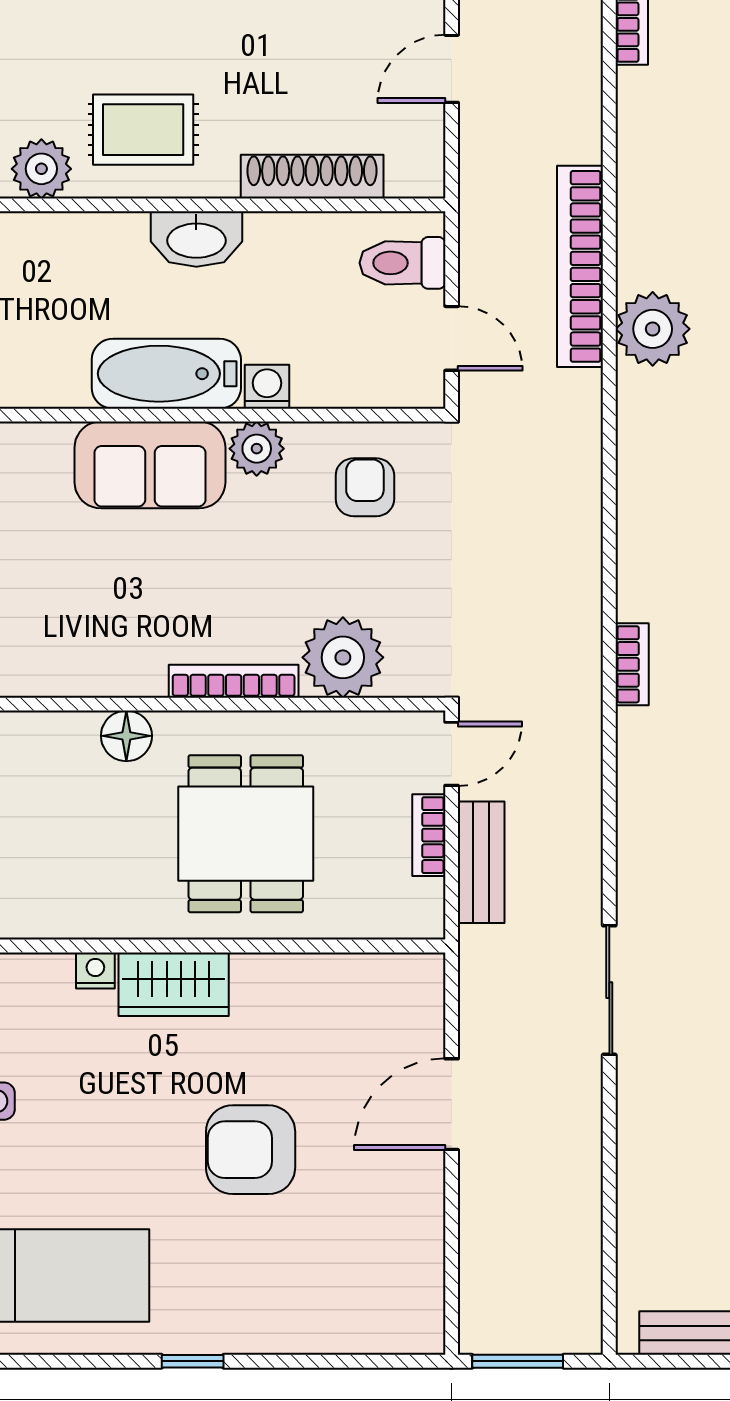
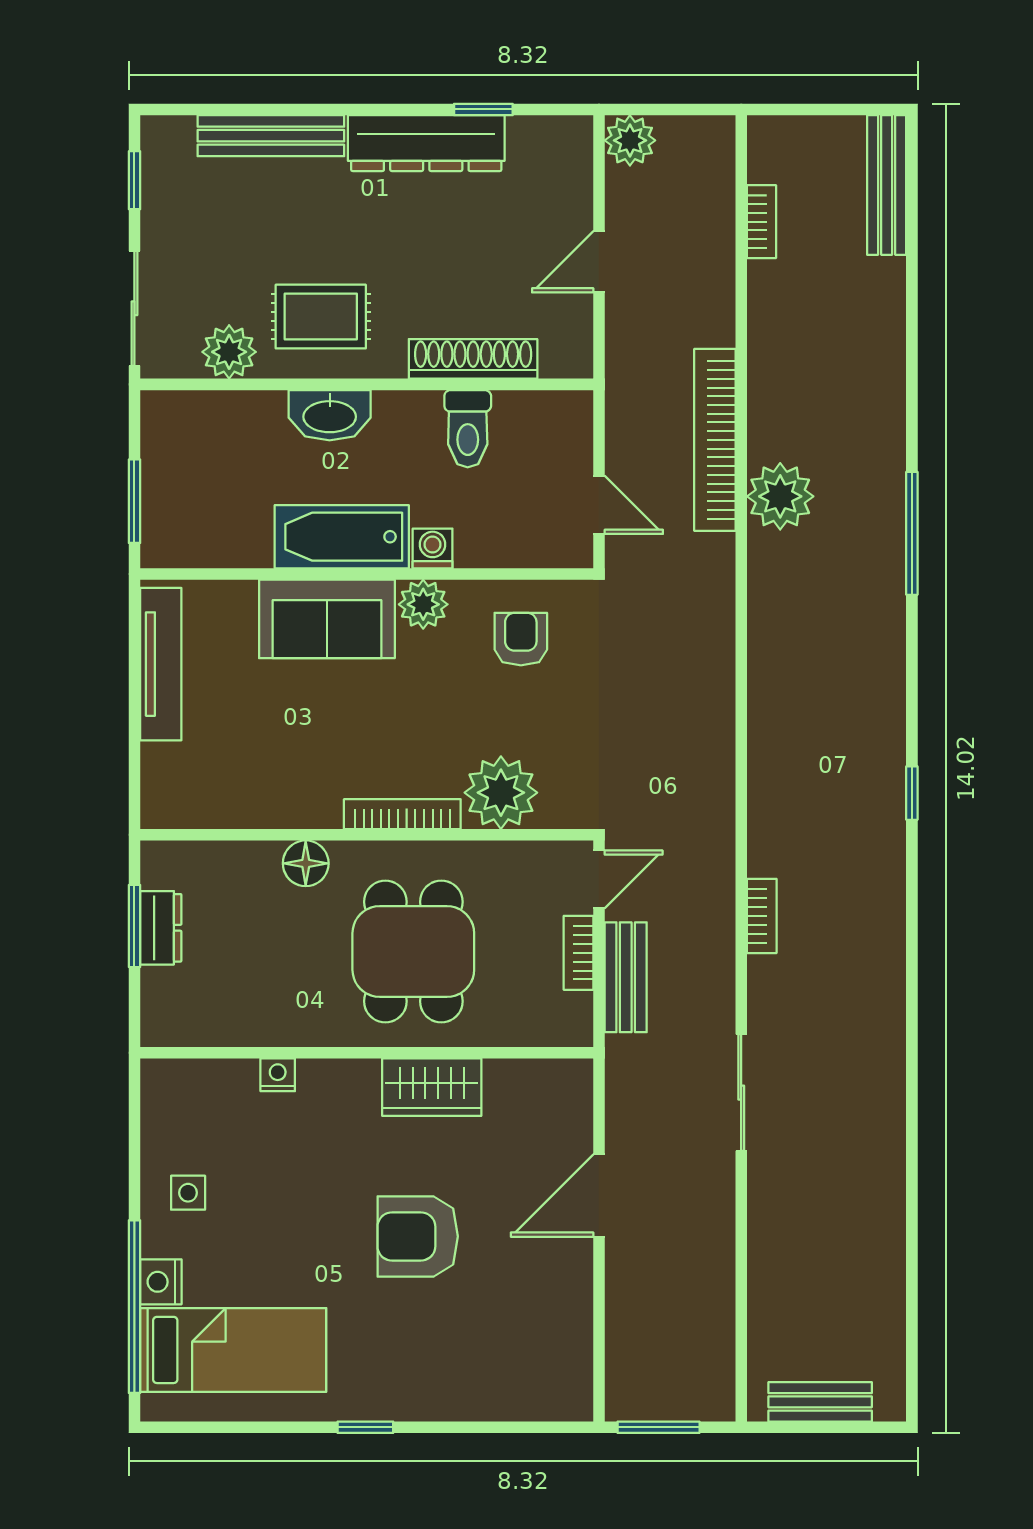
washbasin: (196, 239) -> (330, 415), moved
toilet: (403, 263) -> (468, 429), moved, turned -90
bookcase: (632, 664) -> (762, 916), moved
wardrobe: (174, 984) -> (432, 1087), moved

